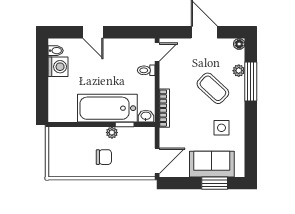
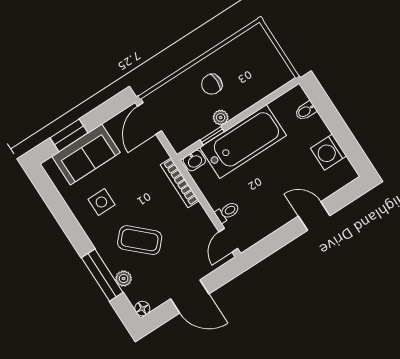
bidet: (56, 51) -> (306, 111), moved

